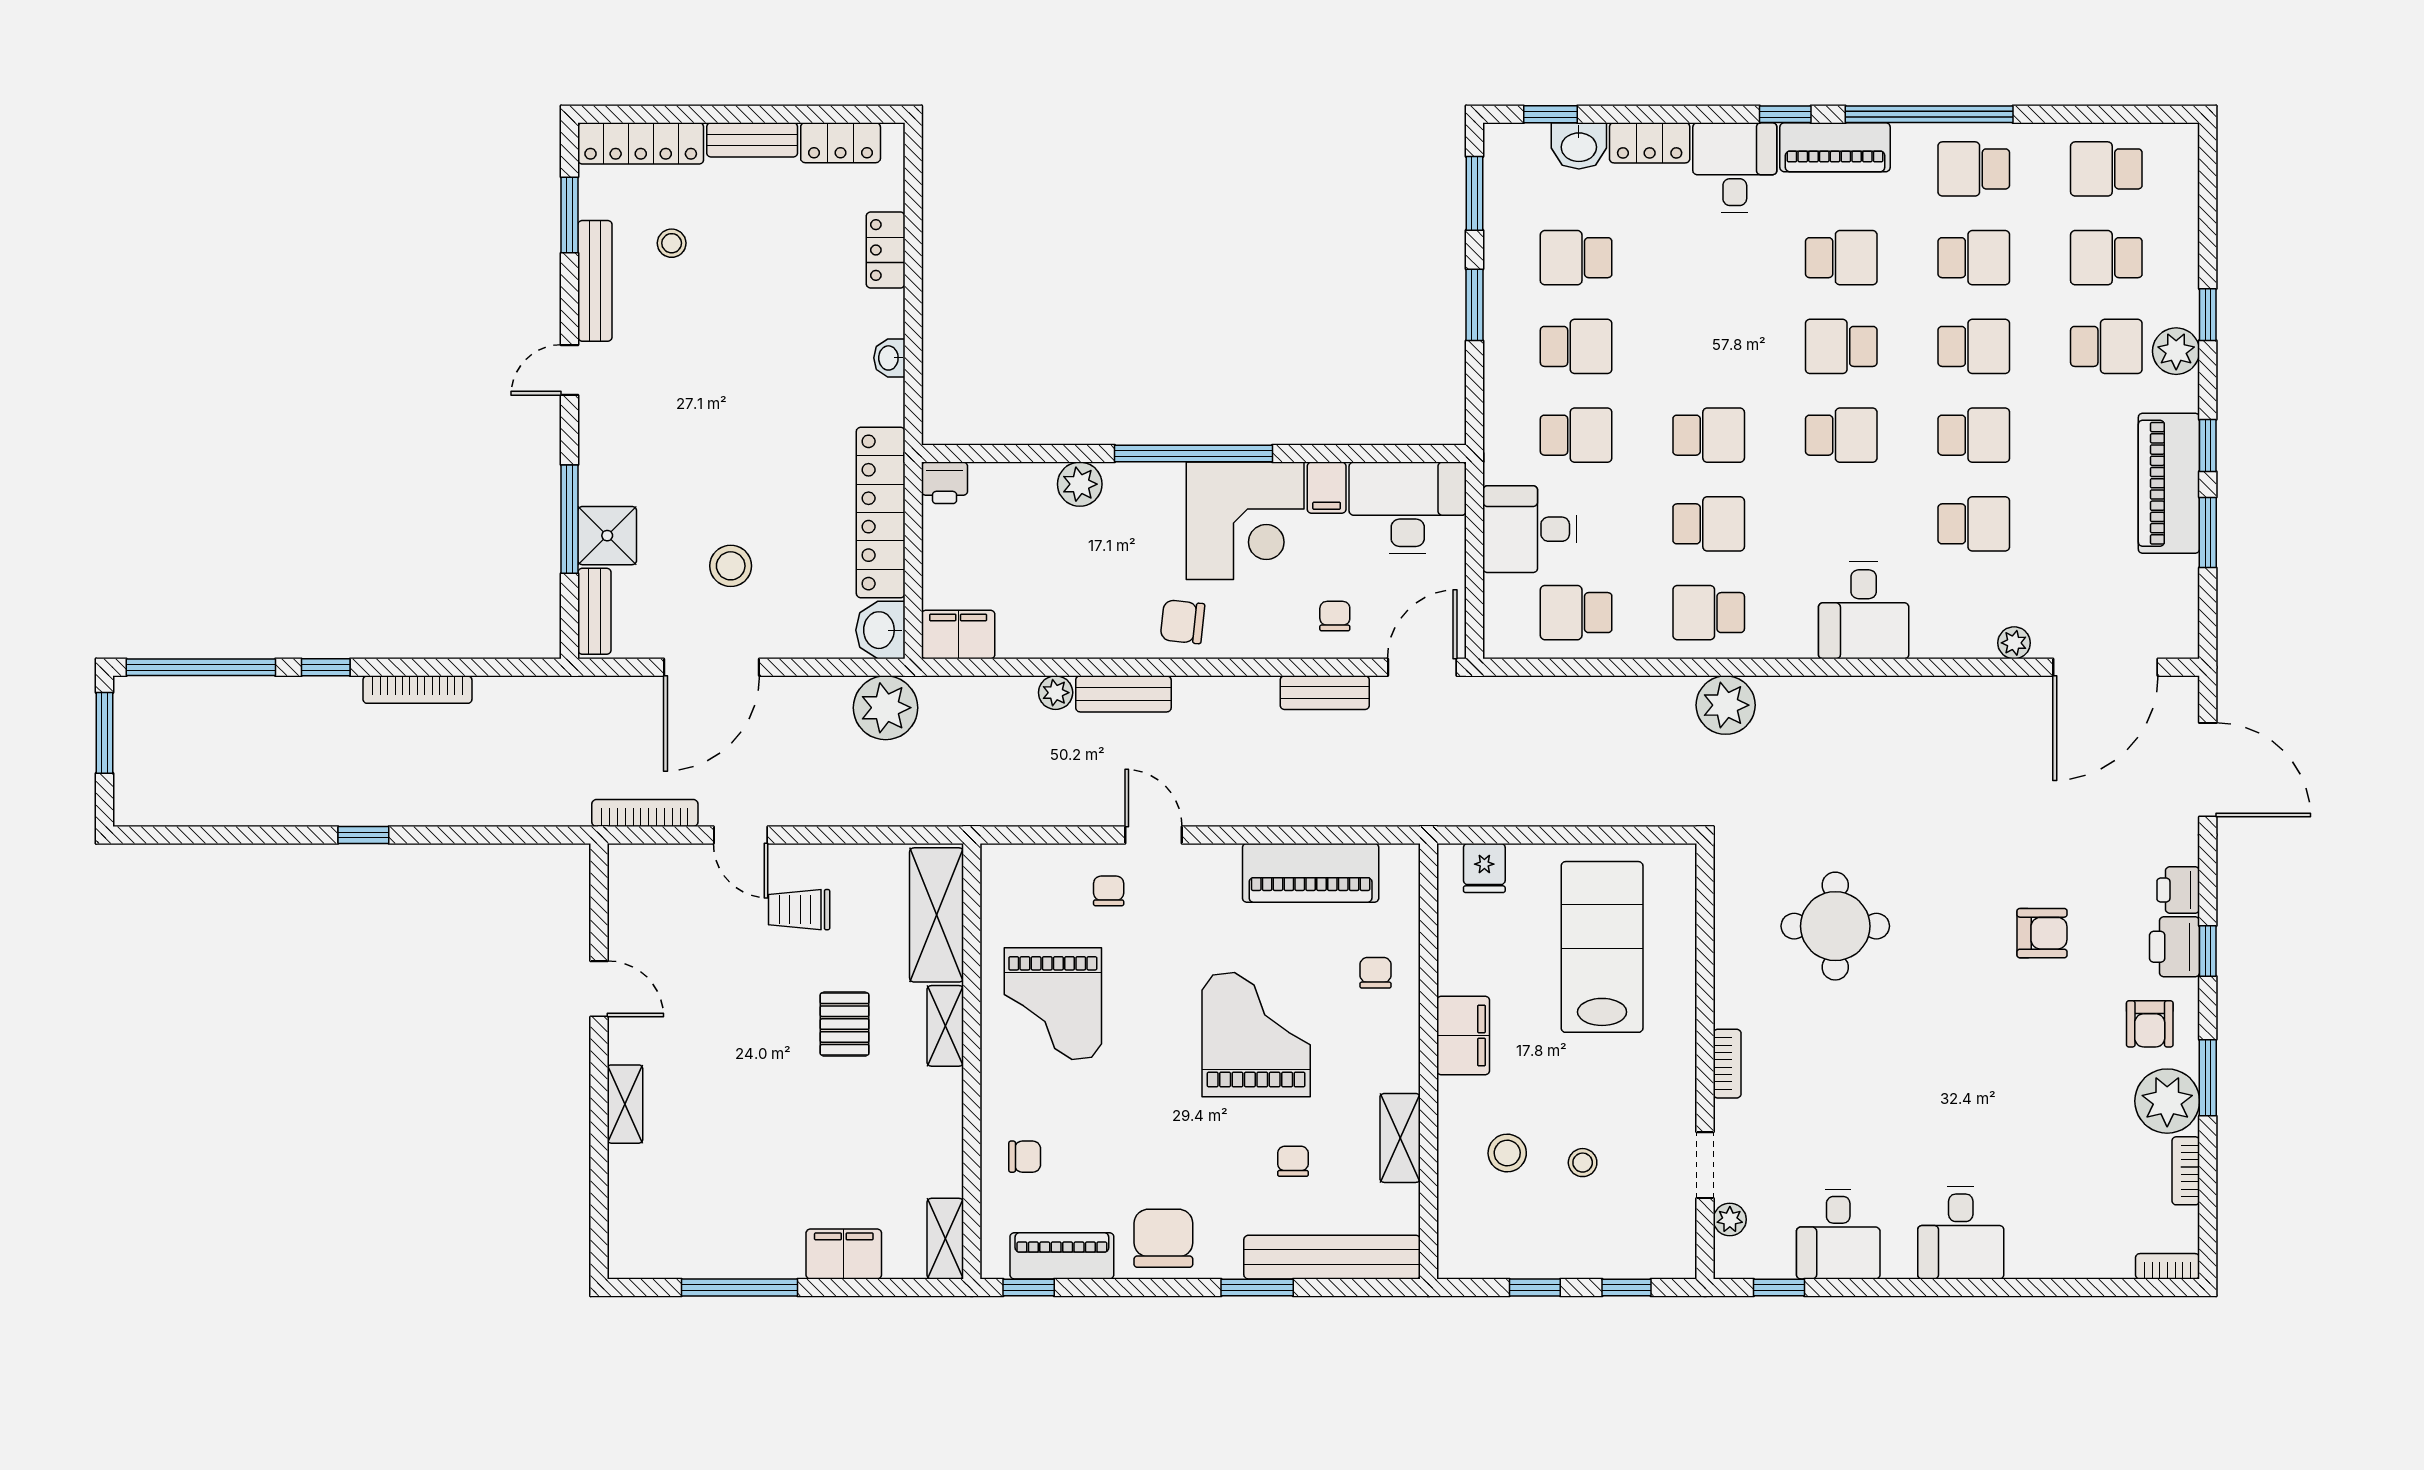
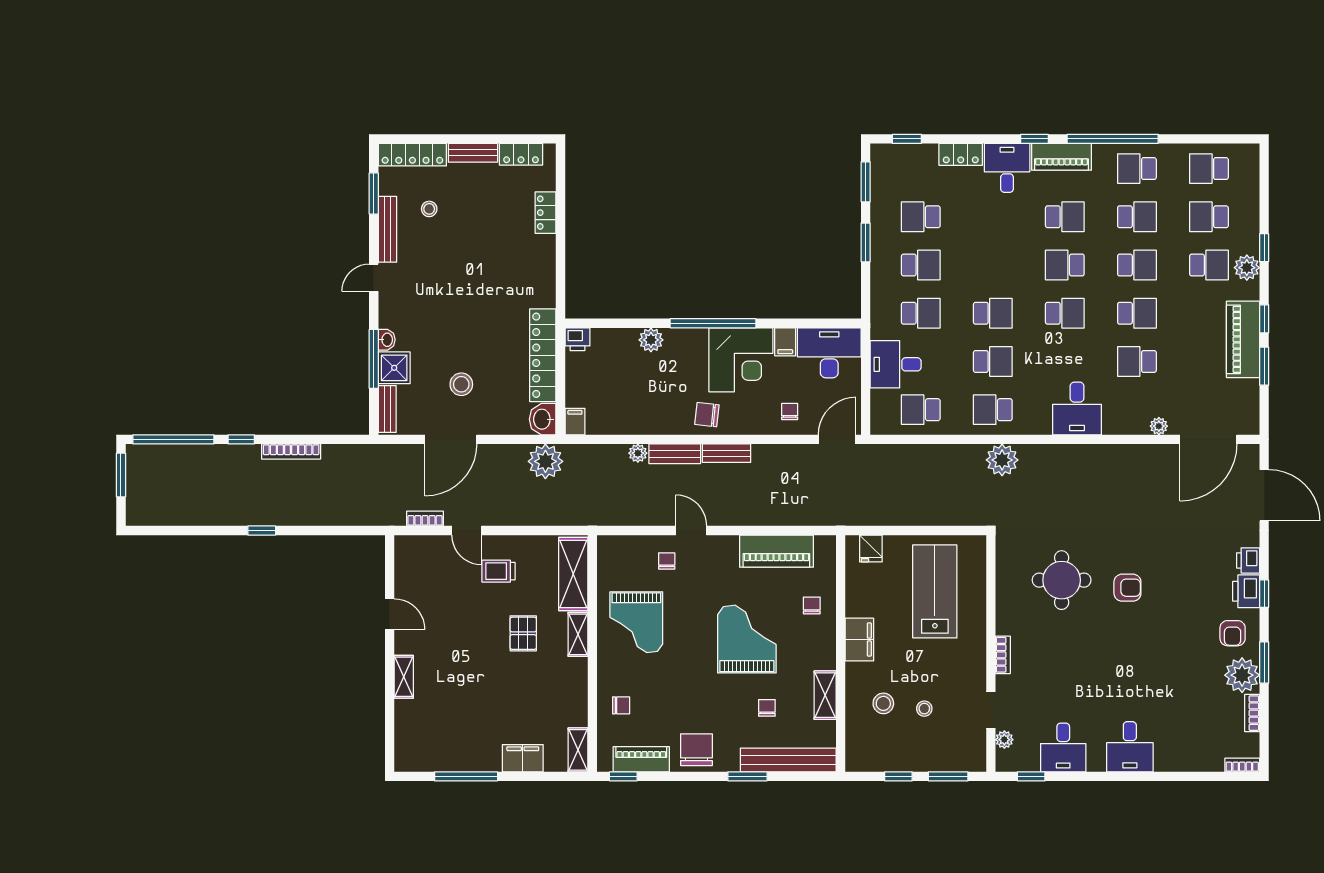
washbasin: (1579, 146) -> (922, 156), removed
washbasin: (889, 358) -> (387, 340), moved, turned 180
school desk: (1974, 524) -> (1137, 361), turned 180
filing cabinet: (958, 635) -> (575, 422), width x0.50
bench: (1325, 693) -> (727, 453), moved
bookcase: (645, 813) -> (425, 519), width x0.64
armchair: (2042, 933) -> (1127, 588), moved
window: (1626, 1287) -> (948, 776), width x1.50

